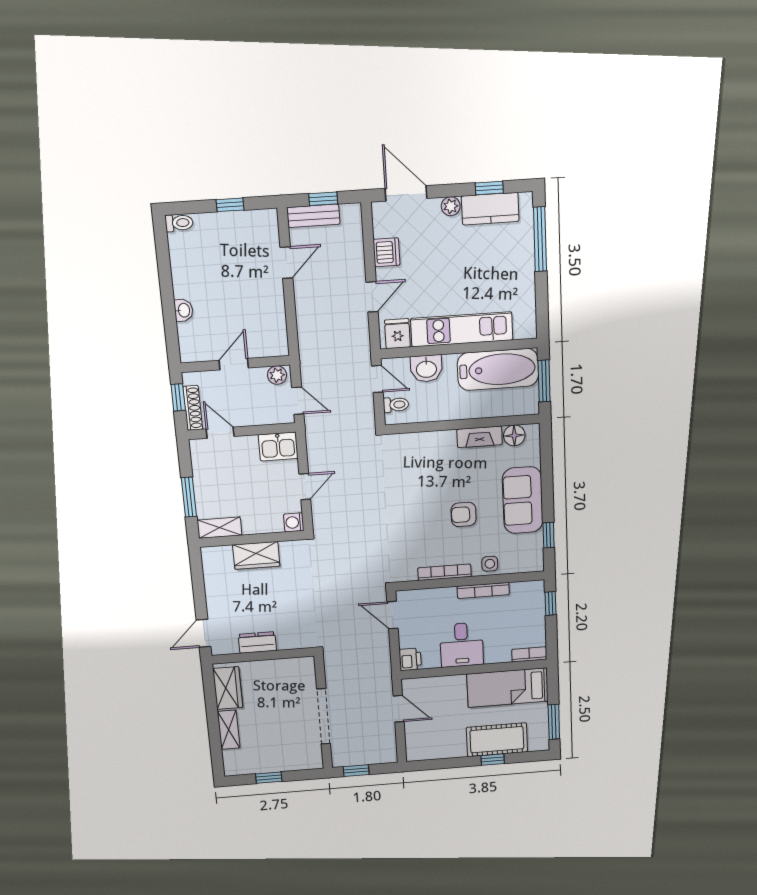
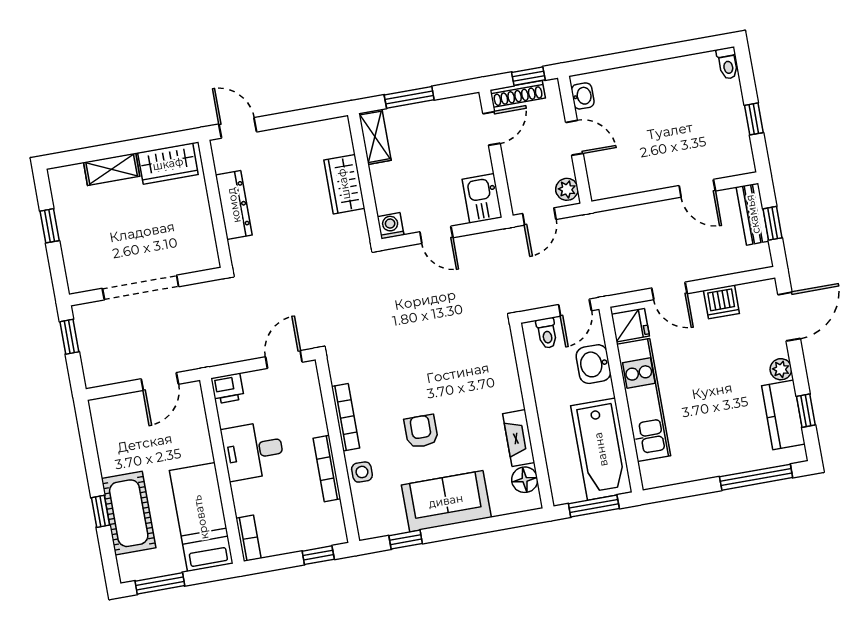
washbasin: (183, 310) -> (583, 96), moved, turned -90
dresser: (257, 643) -> (234, 205), width x1.44

